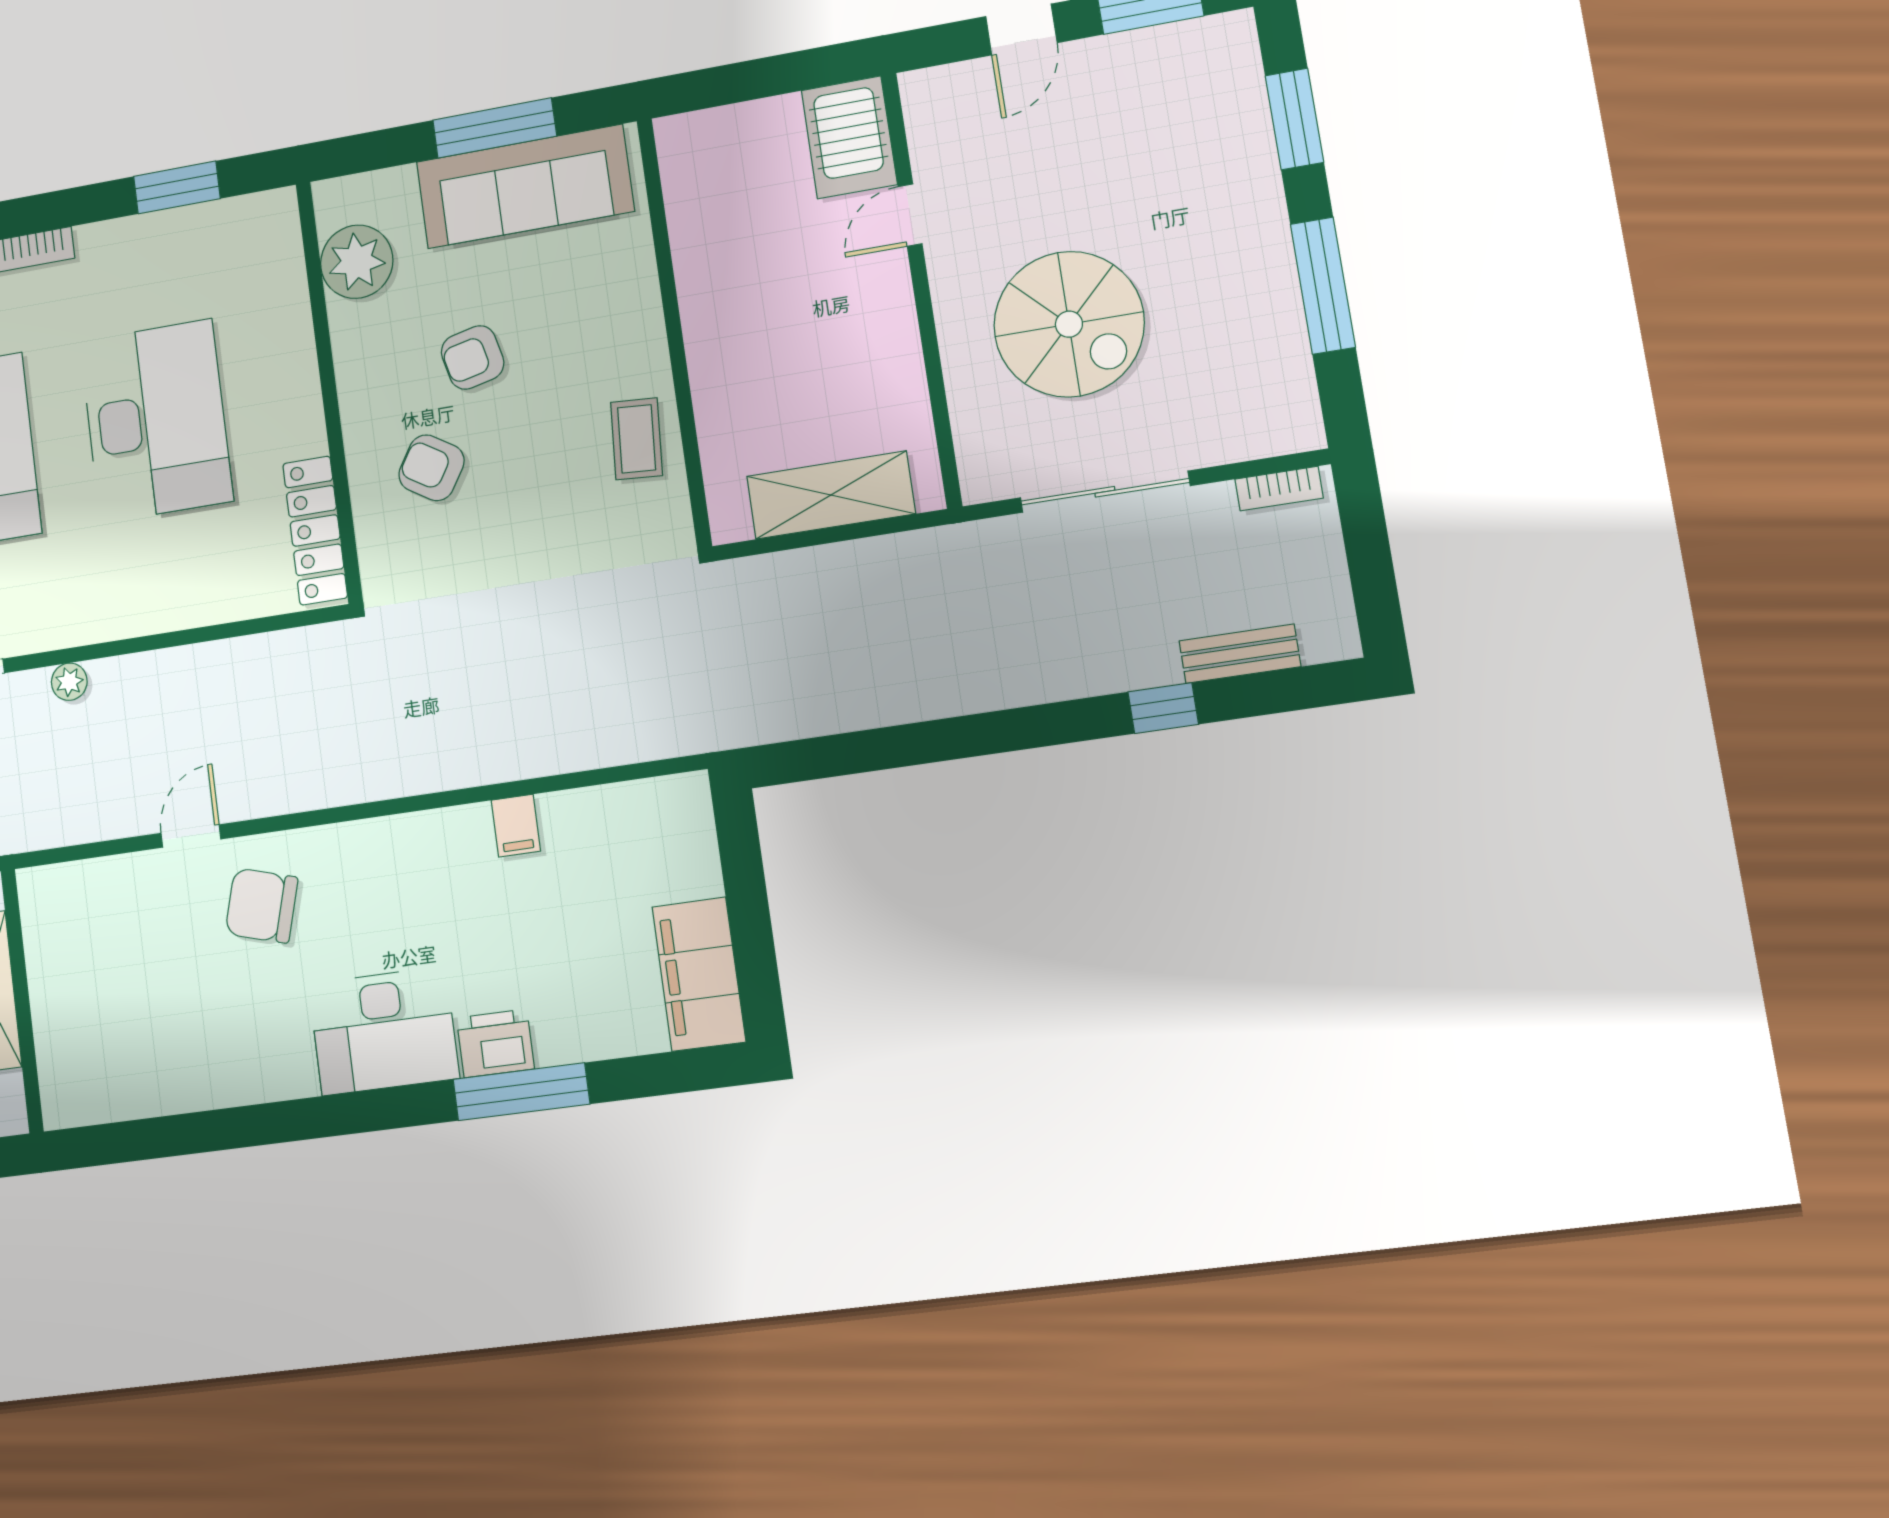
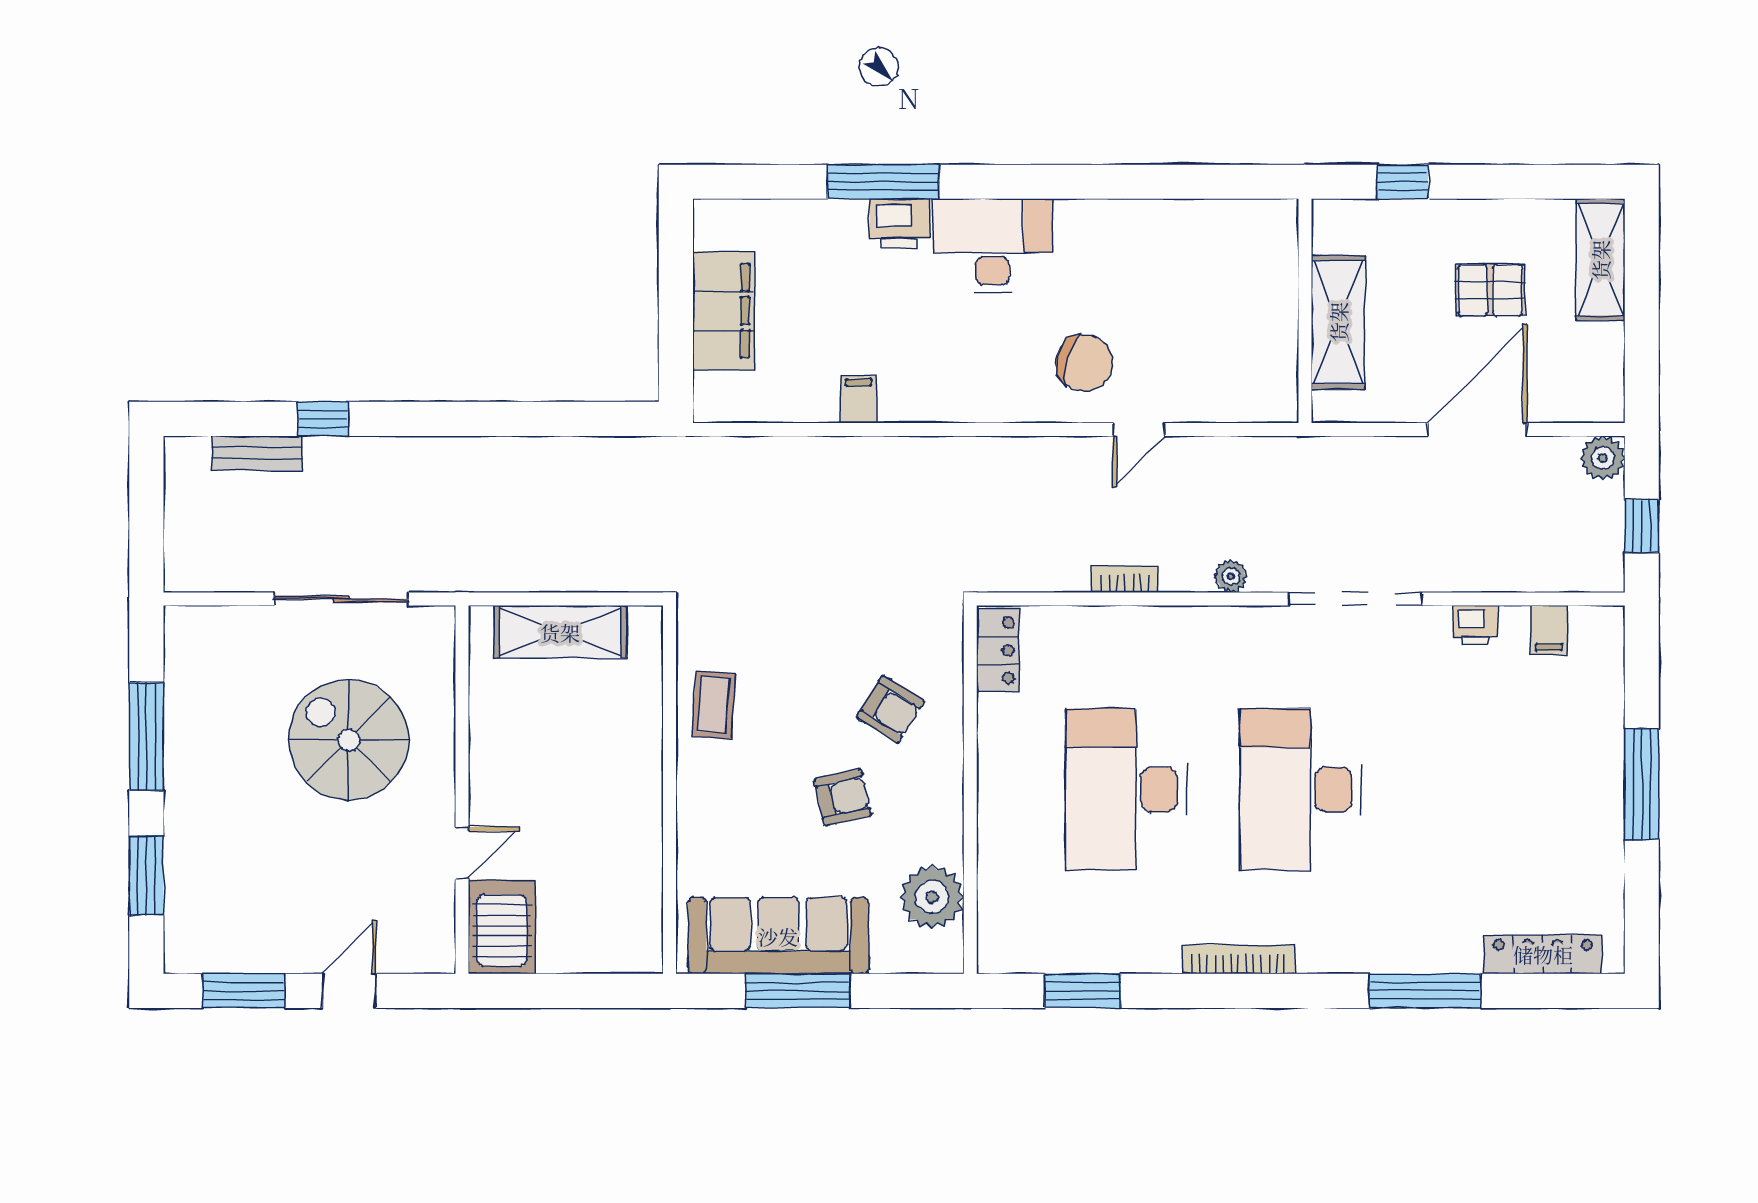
bookcase: (1279, 489) -> (1125, 580), moved
locker: (315, 530) -> (998, 650), width x0.66
filing cabinet: (699, 974) -> (724, 311), moved

